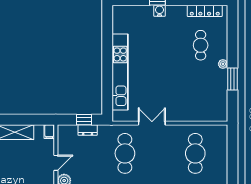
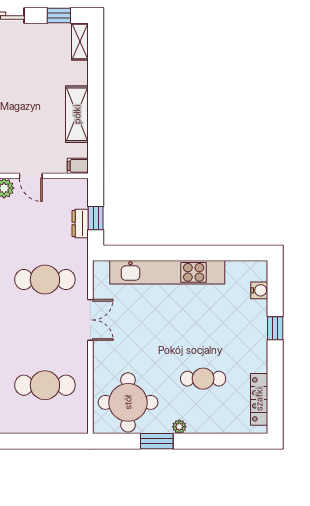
water cooler: (159, 11) -> (259, 290), moved
cafe table: (201, 45) -> (203, 379), moved
round table: (207, 98) -> (128, 402), added

